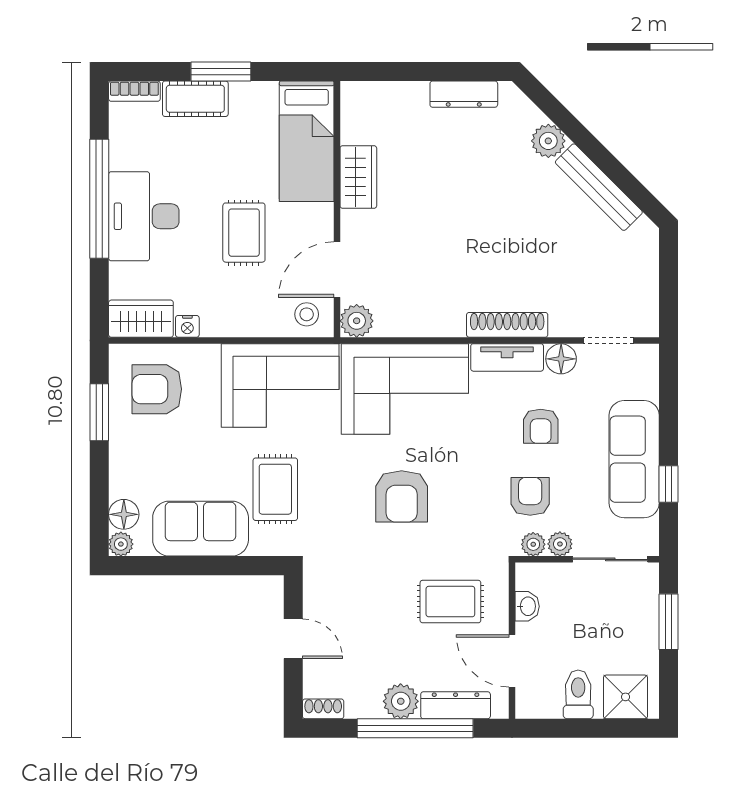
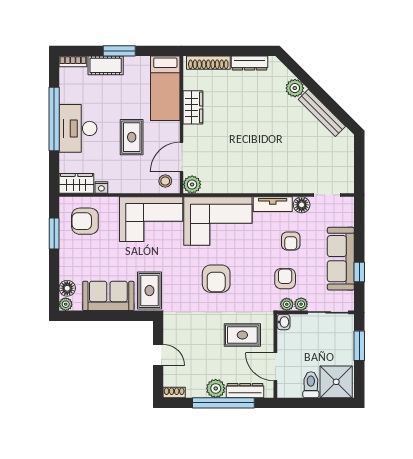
shoe rack: (507, 325) -> (208, 63), moved, turned 180
rug: (275, 489) -> (149, 291), moved
washbasin: (527, 606) -> (283, 322), moved
shower: (626, 697) -> (336, 382), width x1.36, depth x1.36

